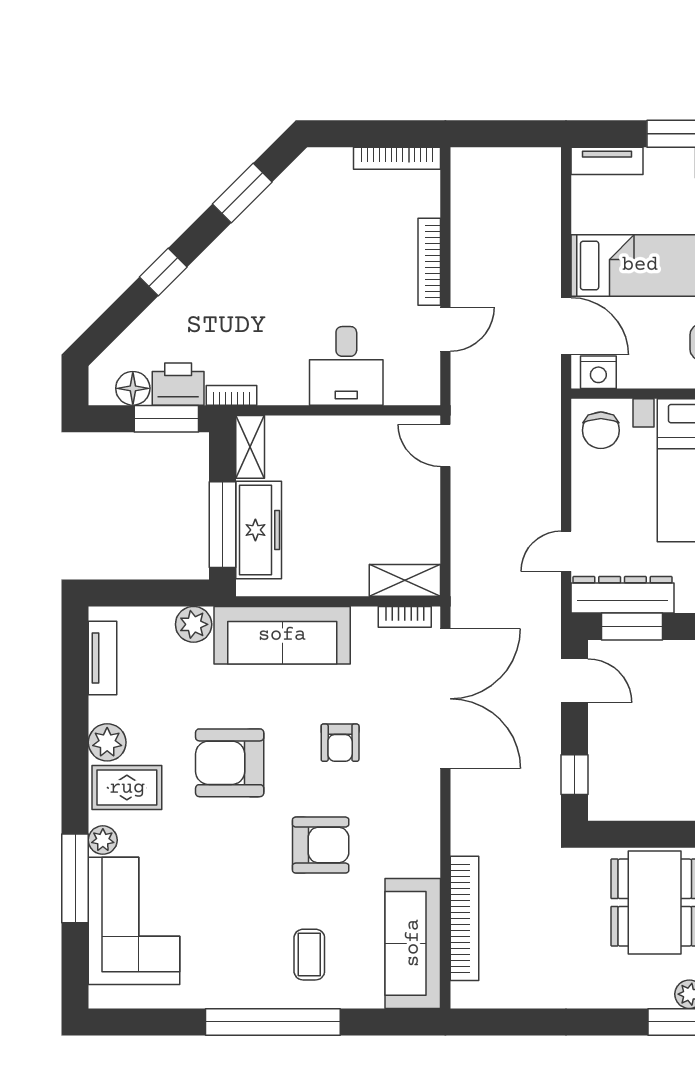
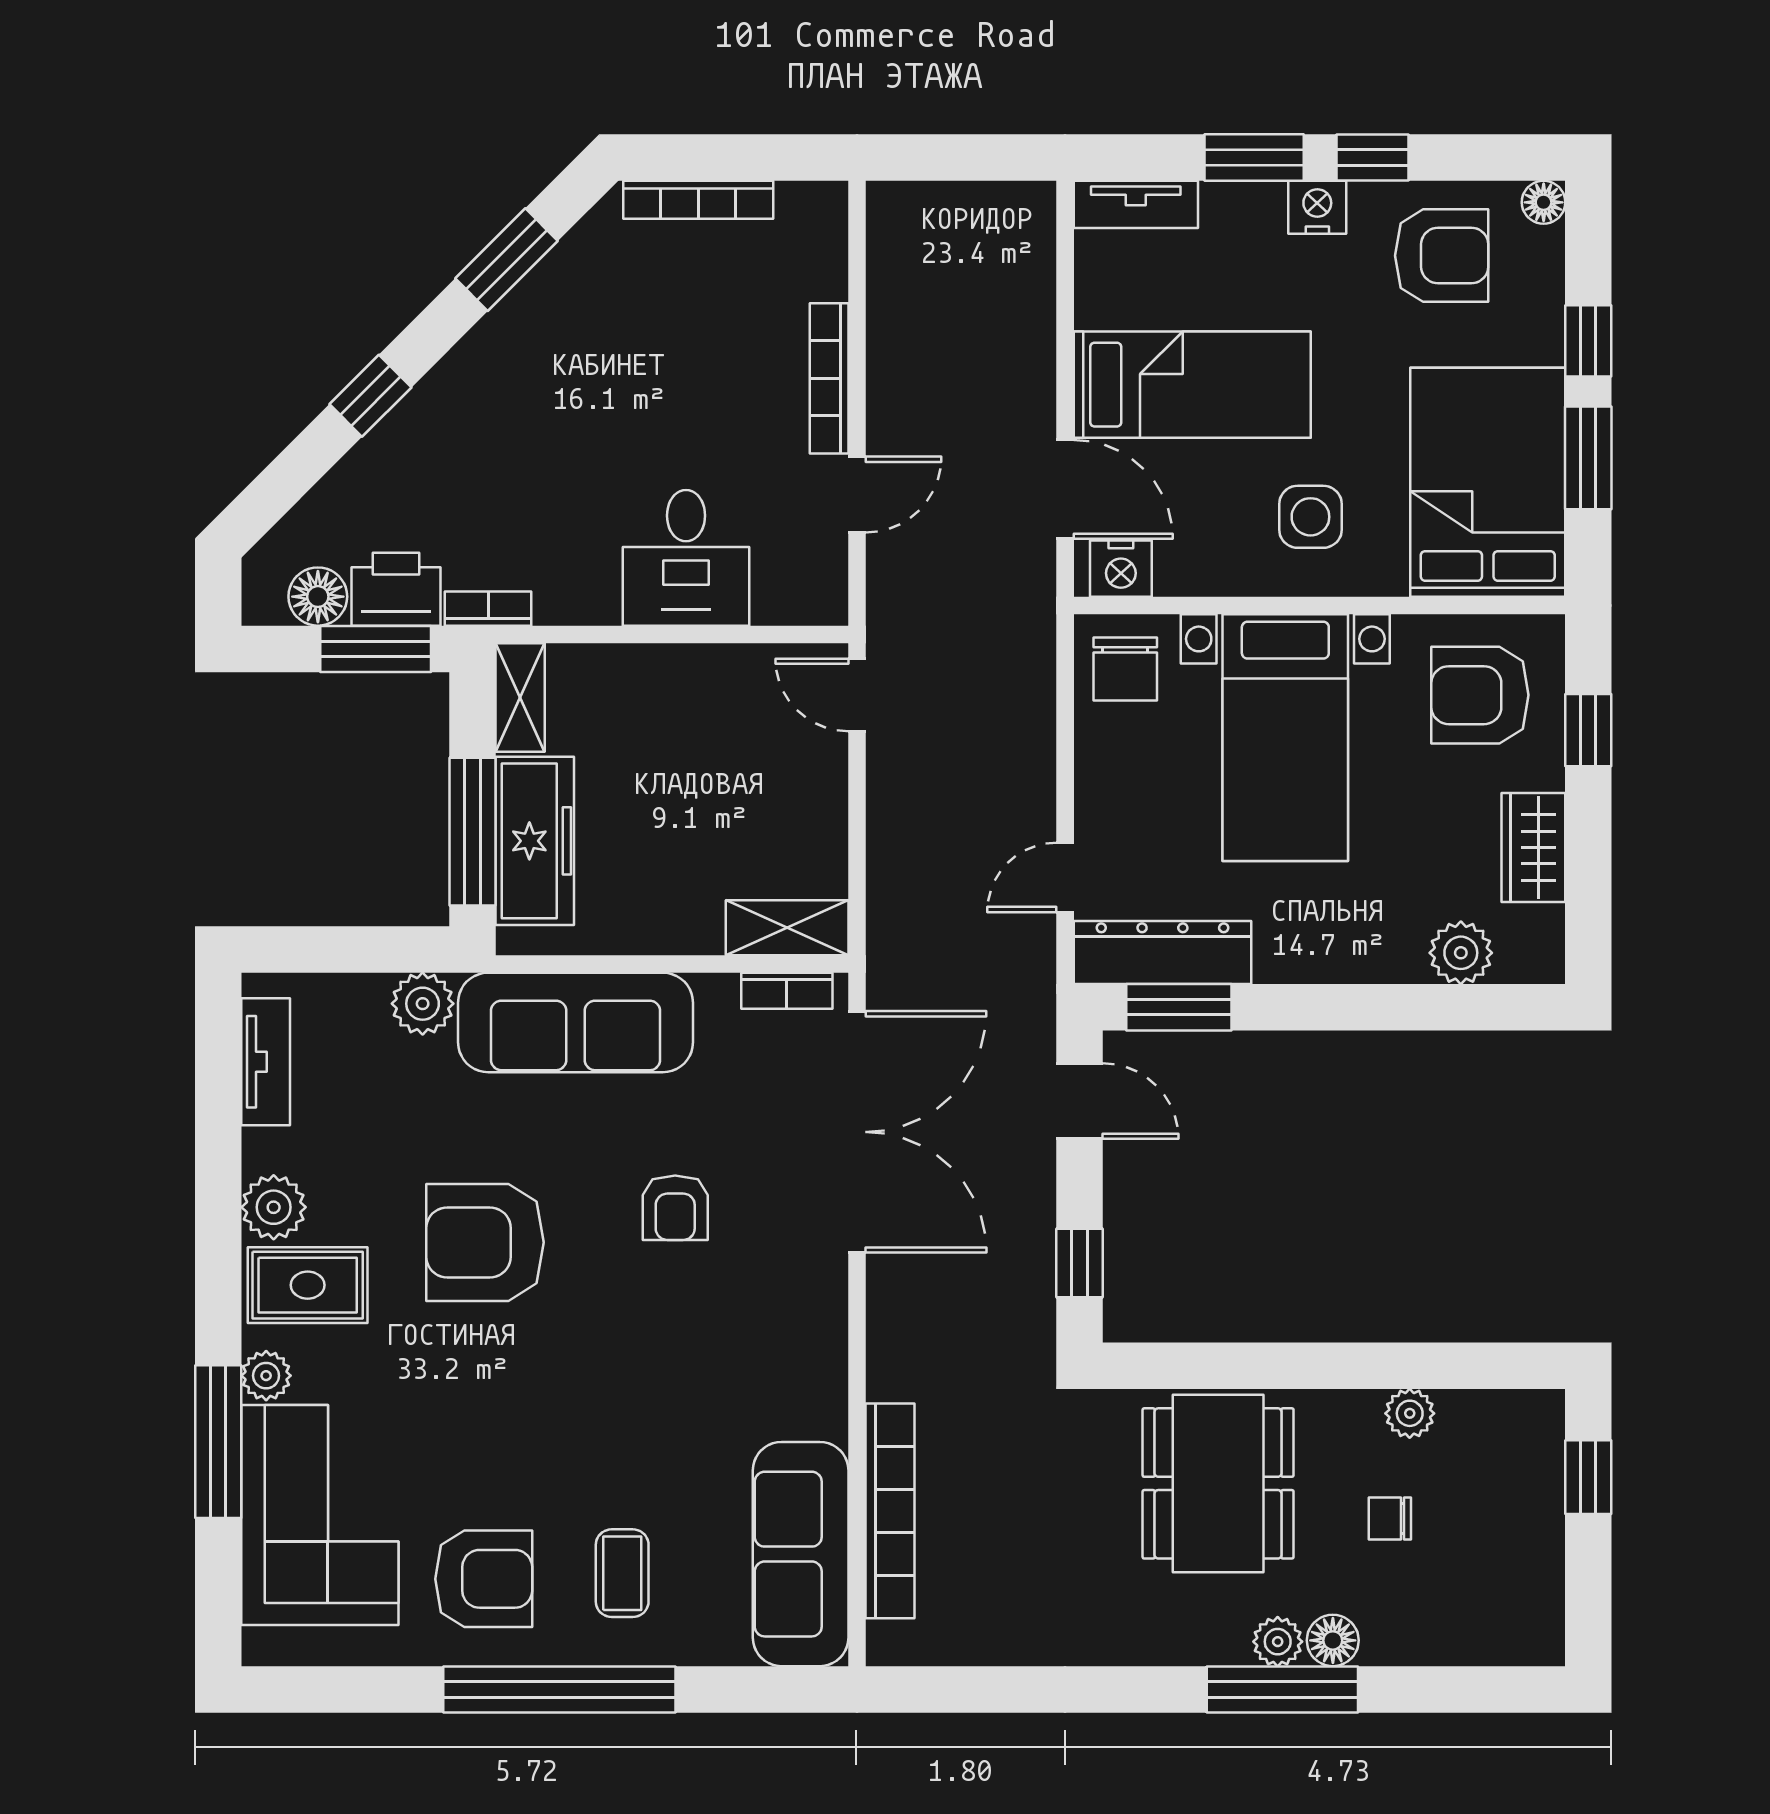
bookcase: (397, 158) -> (698, 200), moved
armchair: (321, 845) -> (484, 1579), moved

